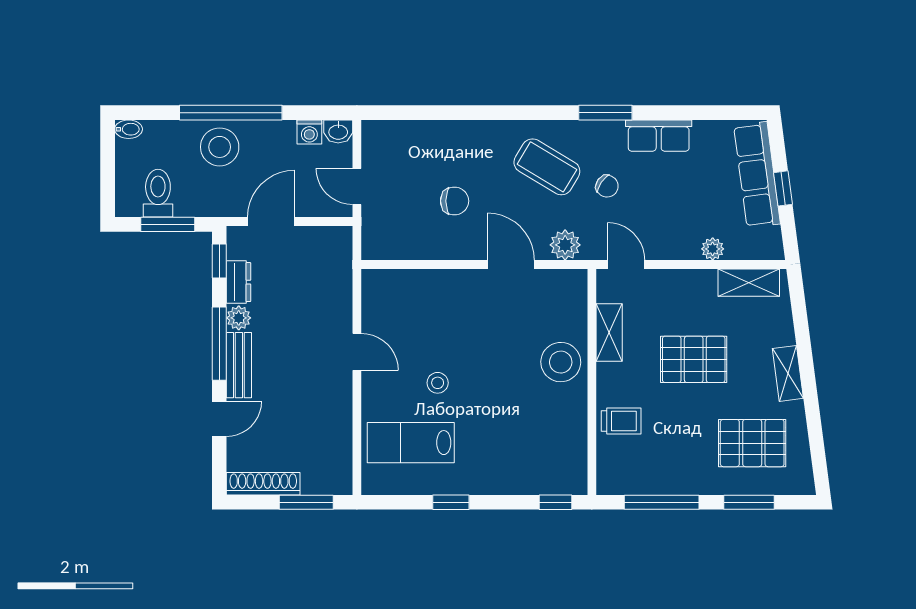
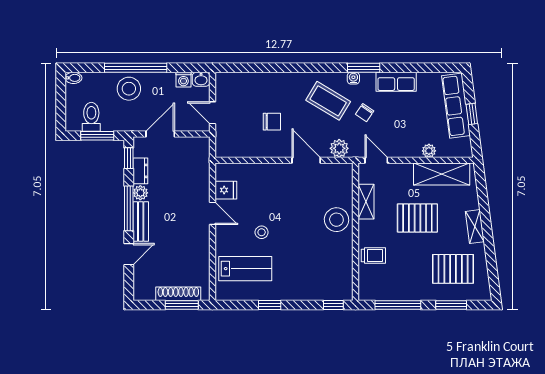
water cooler: (588, 130) -> (353, 78), added
chair: (607, 186) -> (365, 113), turned 90
shelving: (749, 283) -> (442, 174), width x1.50, depth x1.33
fridge: (379, 313) -> (226, 190), added
lab bench: (411, 443) -> (245, 269), turned 180
shoe rack: (263, 484) -> (178, 294), moved

